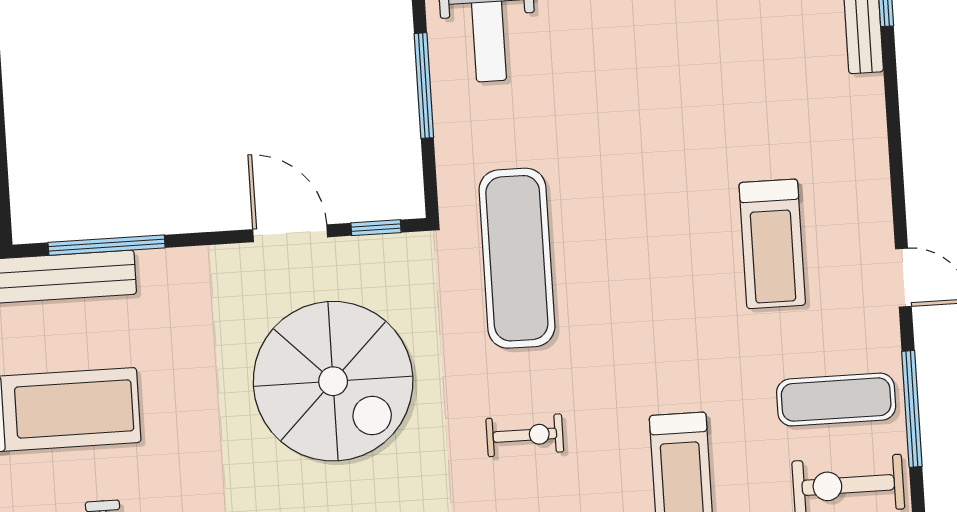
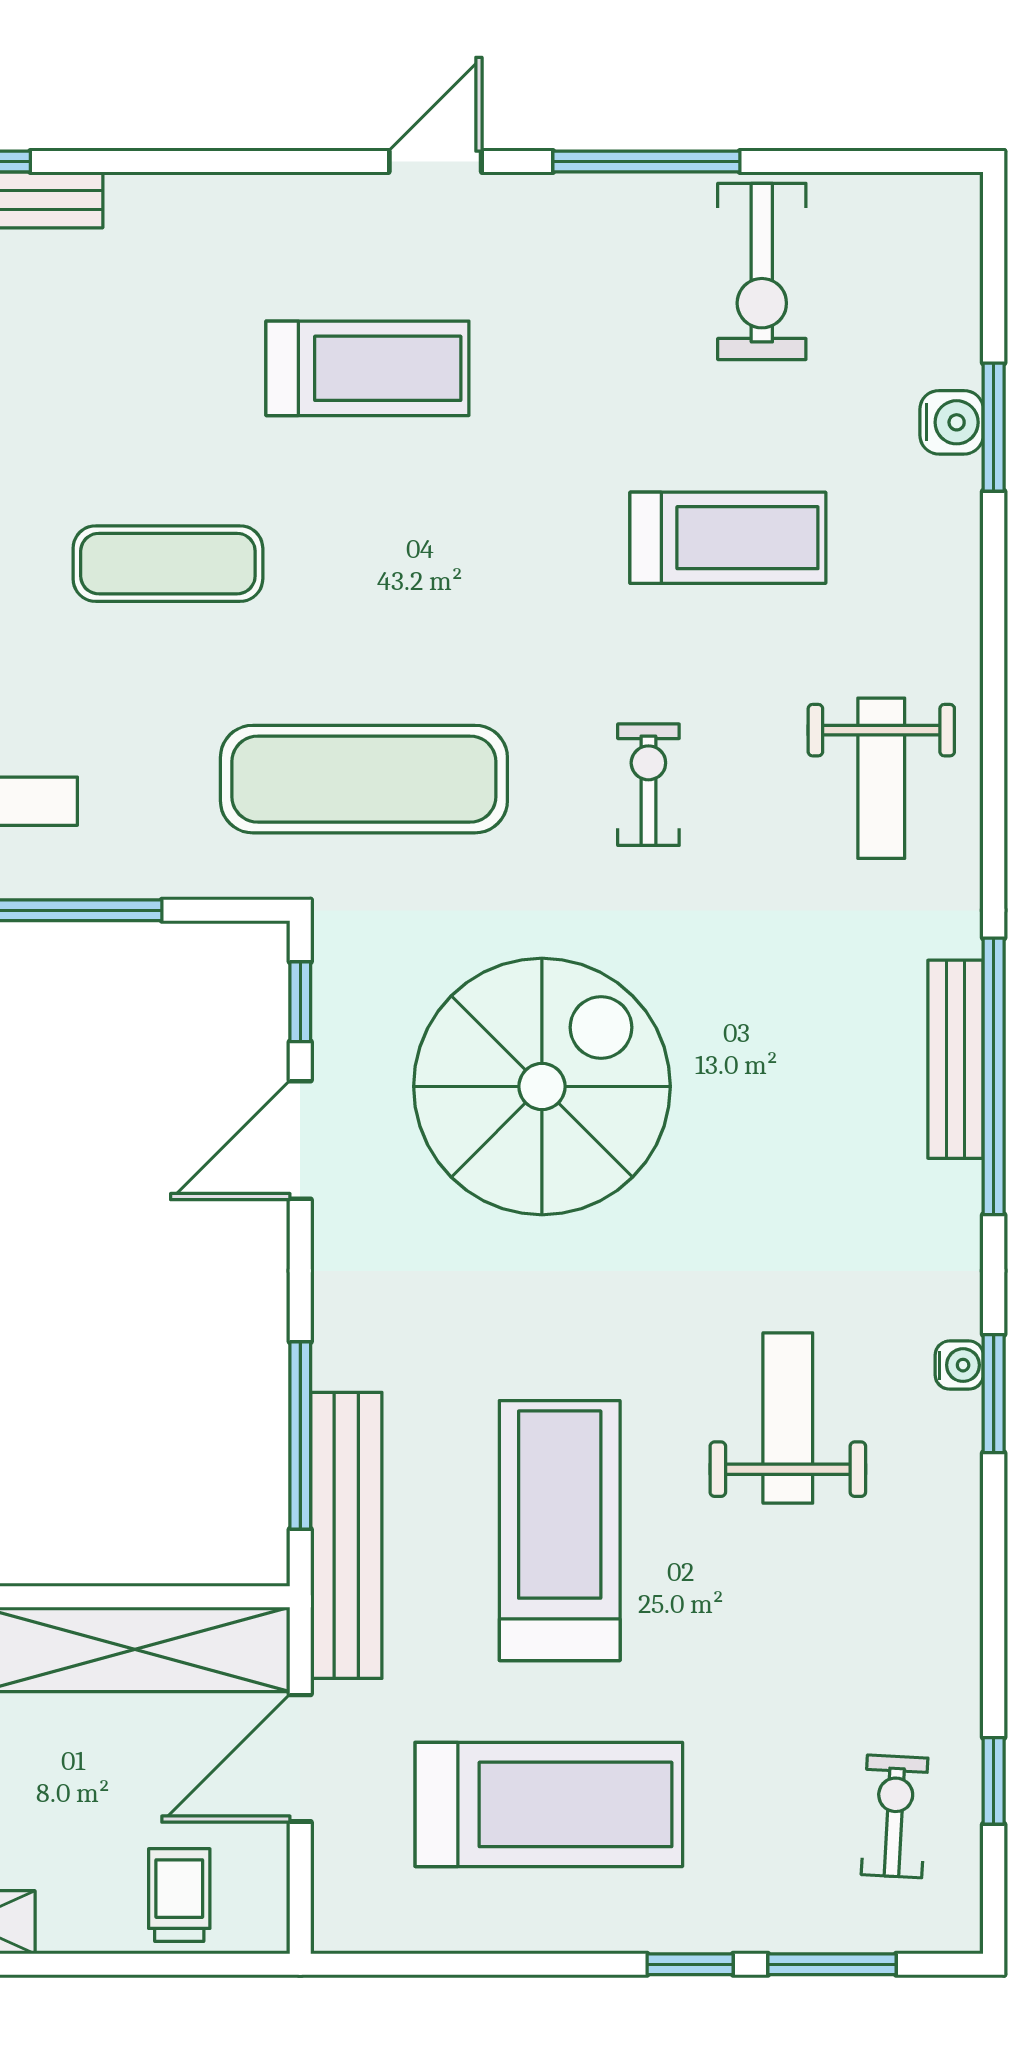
exercise mat: (836, 400) -> (168, 564), moved, turned 90

